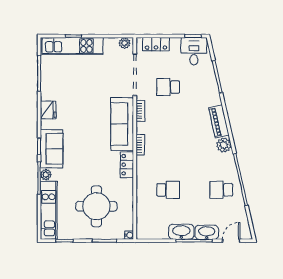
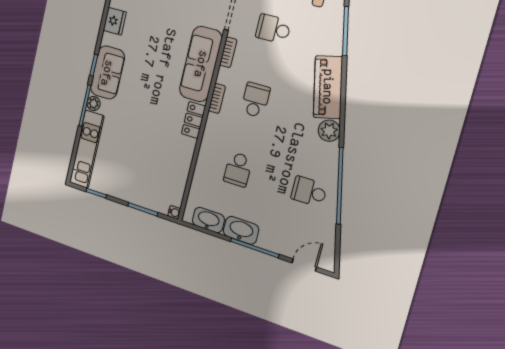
piano: (219, 121) -> (328, 87), width x1.37, depth x1.33
school desk: (168, 138) -> (255, 100), added
school desk: (168, 190) -> (238, 169), turned 90
round table: (96, 206) -> (143, 162), removed
washbasin: (207, 232) -> (208, 220), moved

